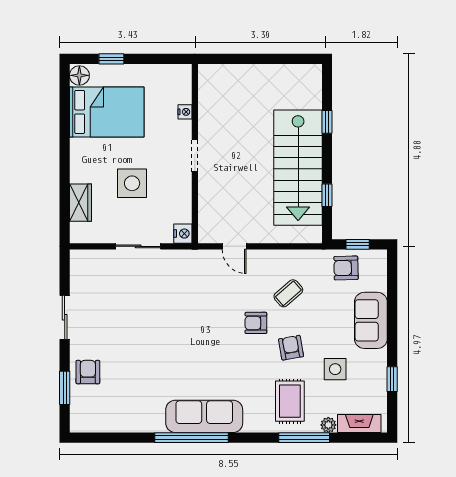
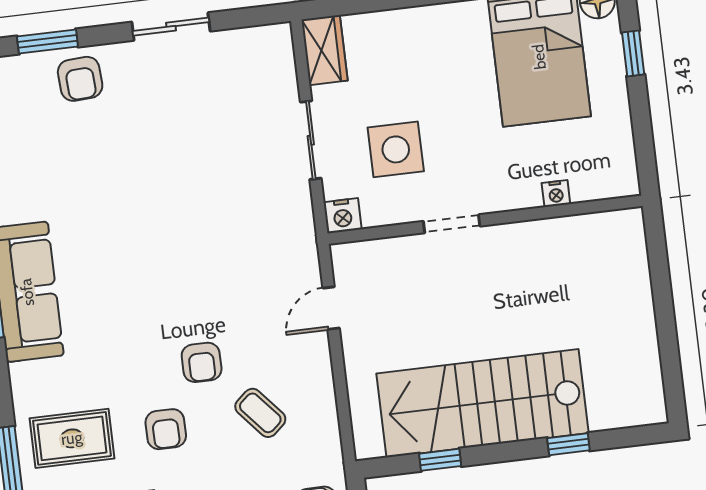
doorway: (195, 156) -> (452, 224), moved
side table: (132, 183) -> (396, 149), moved
wardrobe: (80, 203) -> (325, 50), moved, turned -90
armchair: (256, 323) -> (202, 362), turned 180
armchair: (291, 348) -> (166, 429), turned 100
armchair: (88, 372) -> (80, 79), turned 87

